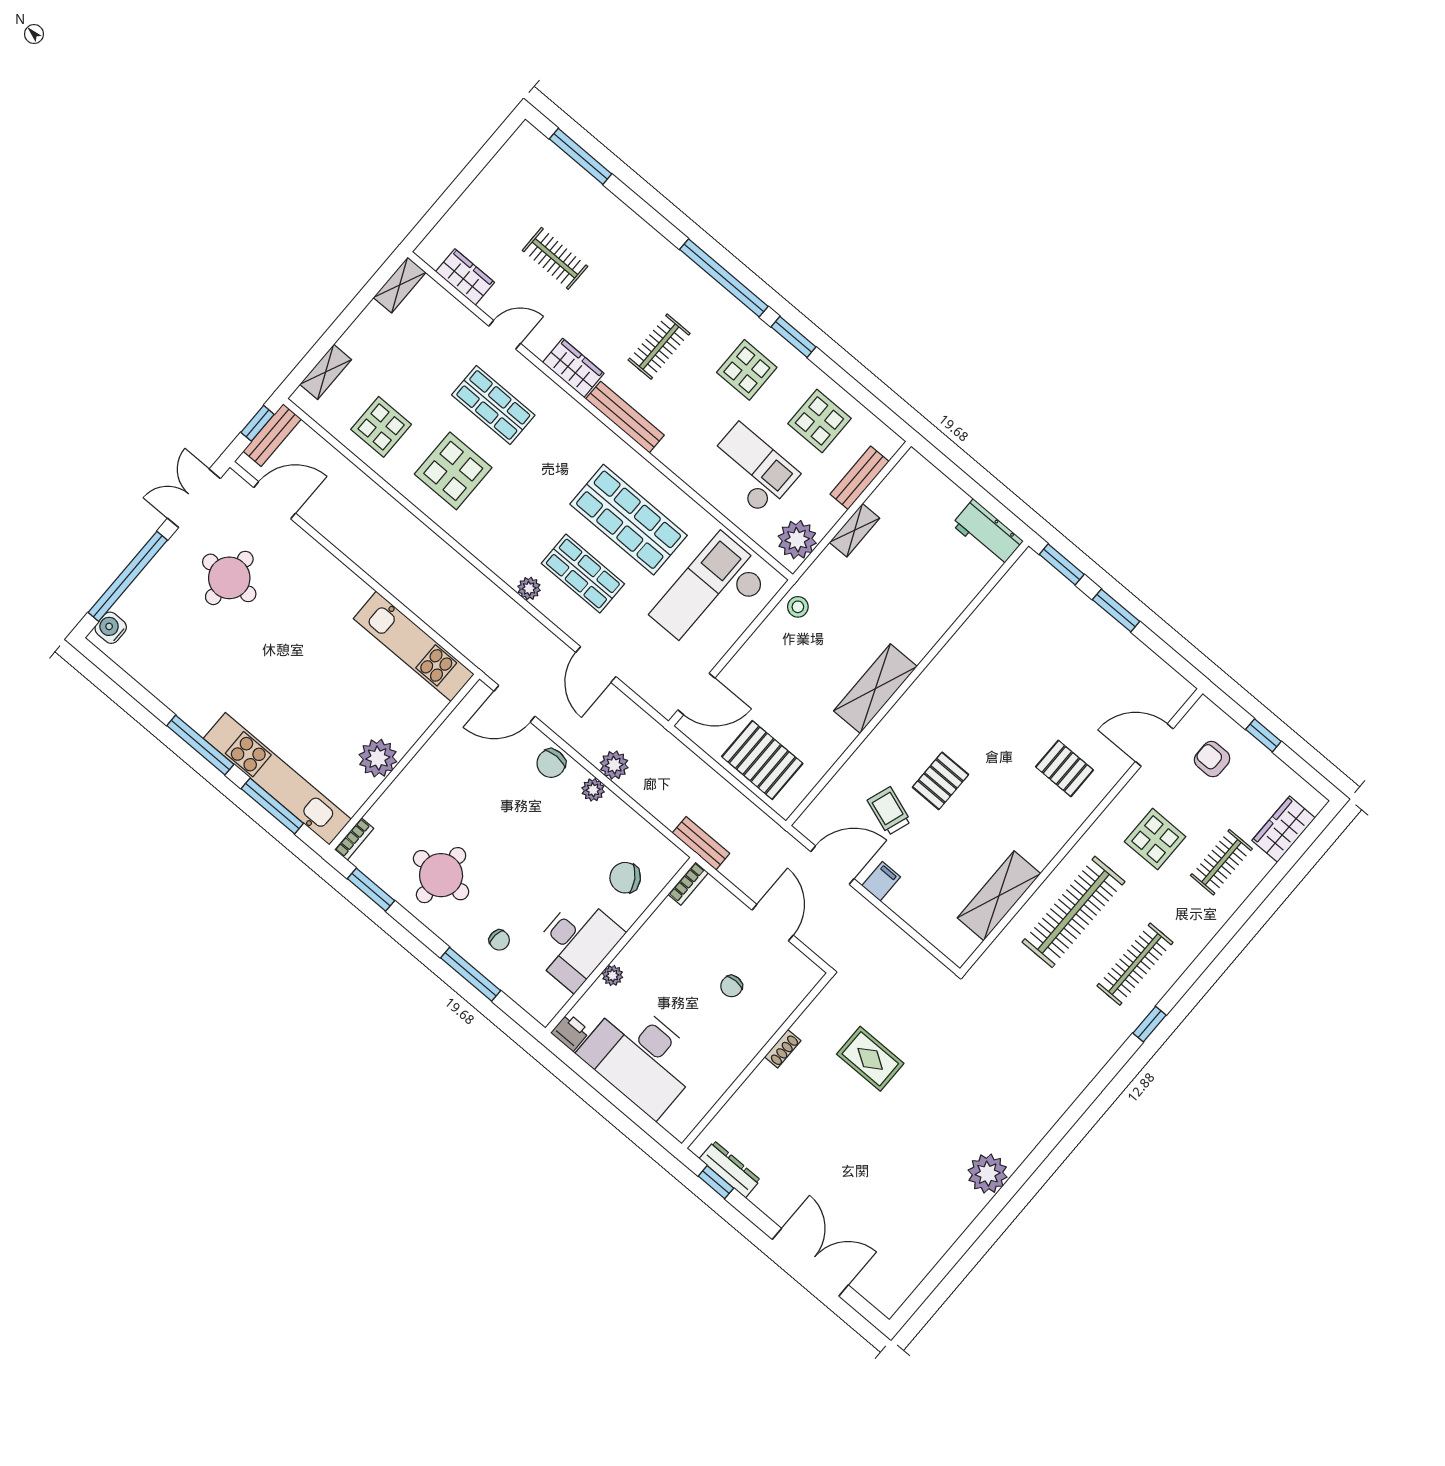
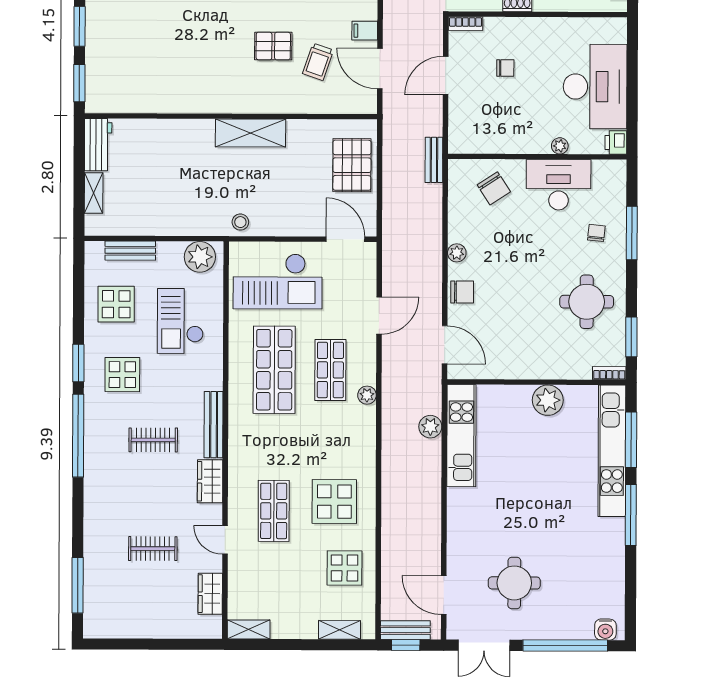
clothes rail: (555, 258) -> (153, 549), turned 90
shelving: (855, 530) -> (94, 193), moved, turned 90
plant: (614, 765) -> (430, 427), moved
bookcase: (688, 883) -> (465, 24), moved, turned 180

